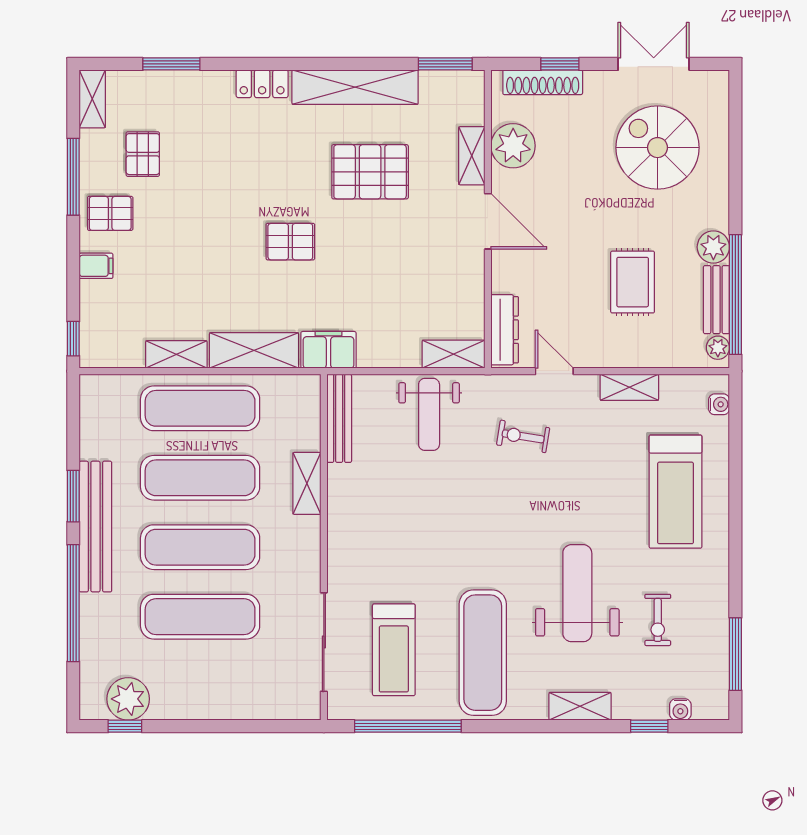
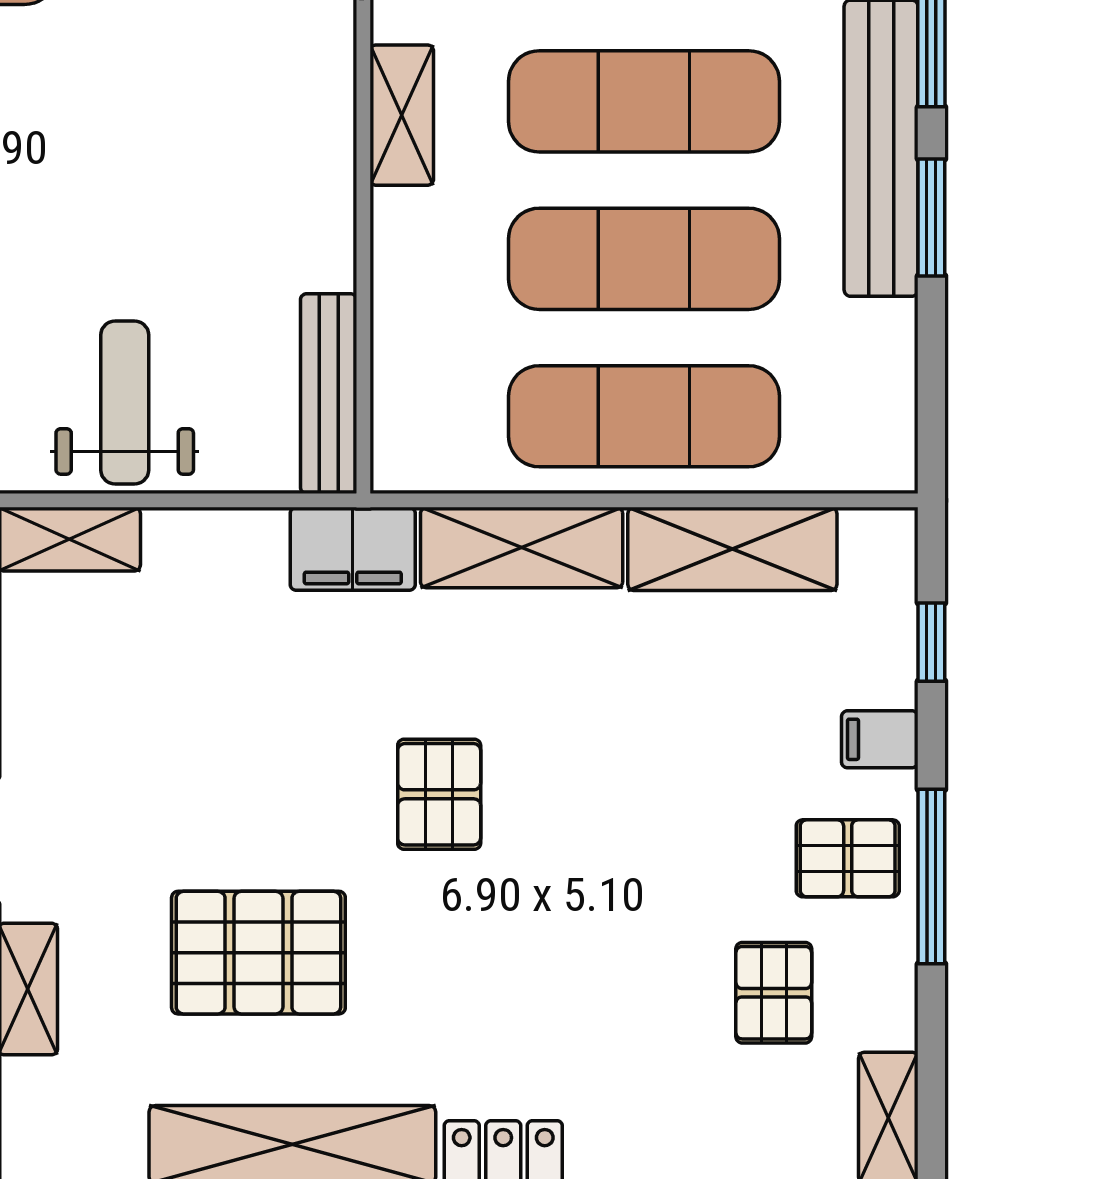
window: (73, 177) -> (931, 877), moved
pallet: (290, 242) -> (439, 794), turned 90
window: (73, 339) -> (931, 642), moved
shelving: (176, 354) -> (732, 549), width x1.50, depth x1.33
shelving: (307, 483) -> (402, 115), moved

